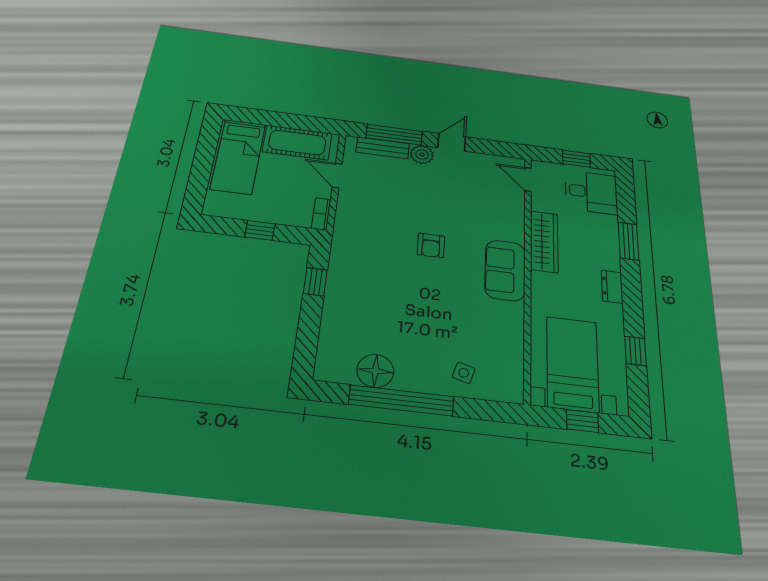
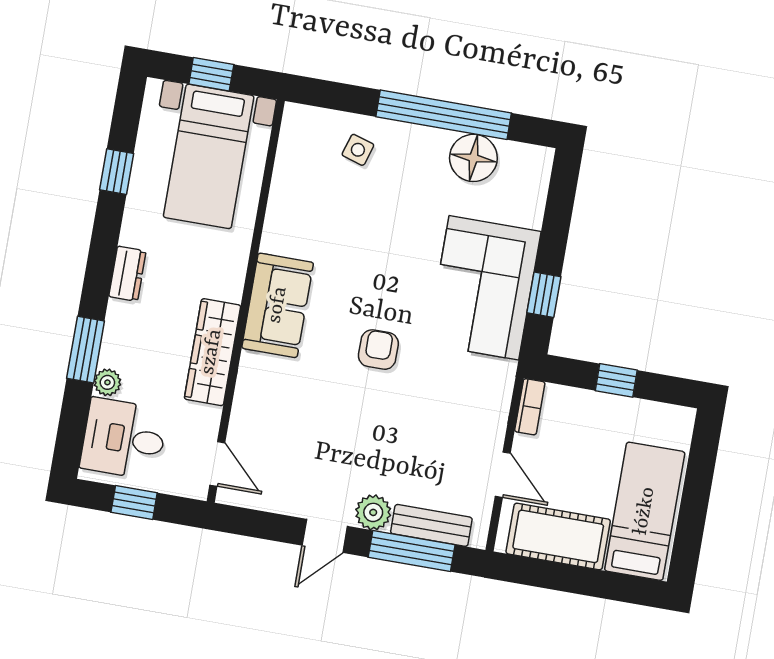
plant: (609, 223) -> (107, 382), added
corner sofa: (360, 285) -> (484, 288), added

